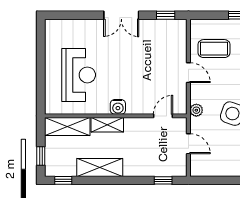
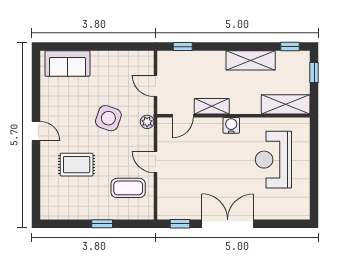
double door: (121, 15) -> (228, 224), width x1.37
shelving: (107, 125) -> (212, 106), moved

